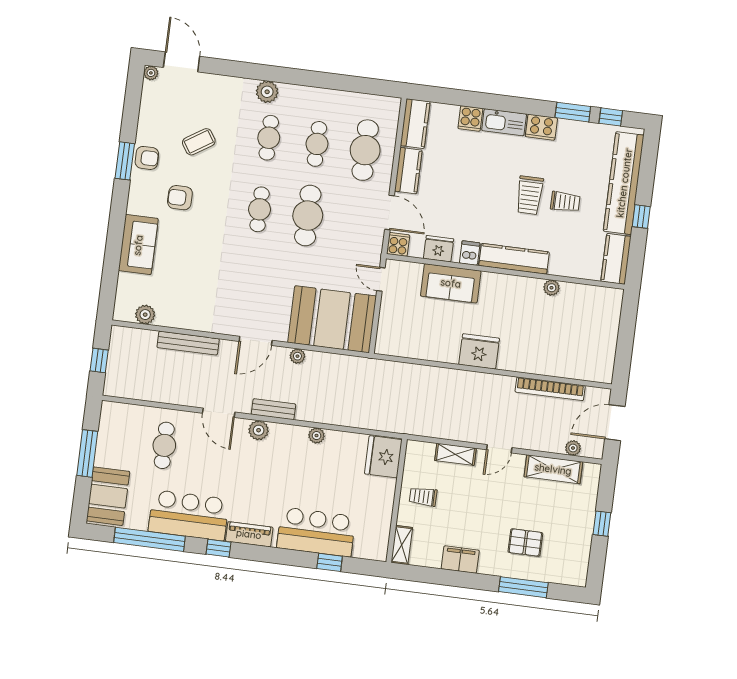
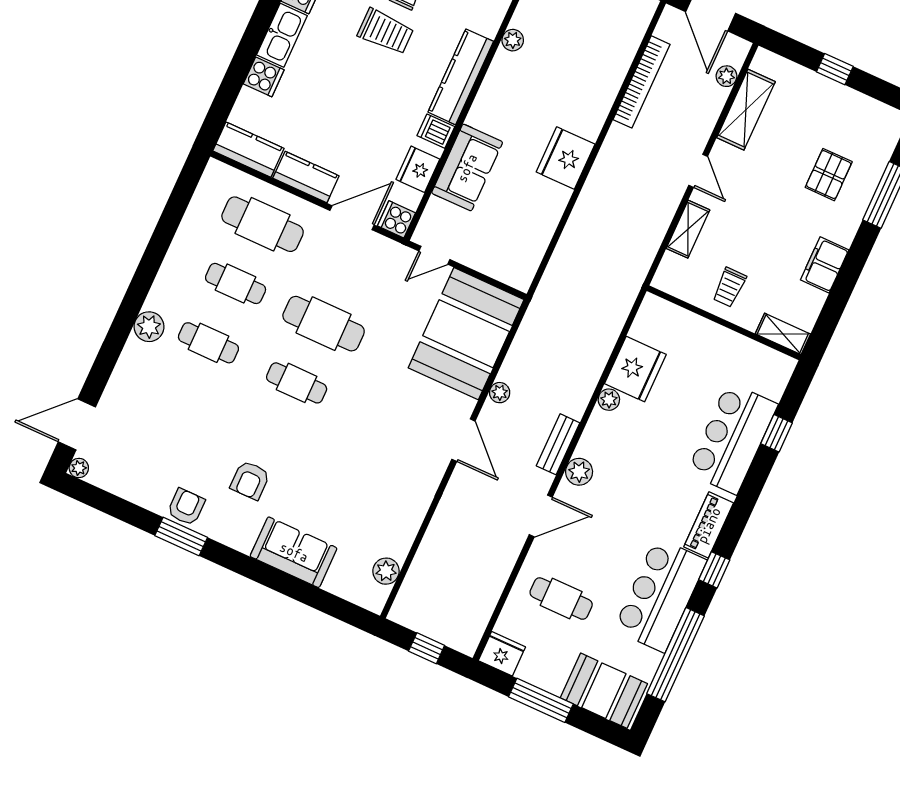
coffee table: (199, 142) -> (186, 434), removed
bench: (188, 343) -> (440, 527), removed
fridge: (112, 415) -> (502, 654), added
fridge: (383, 457) -> (635, 369), moved, turned -90

